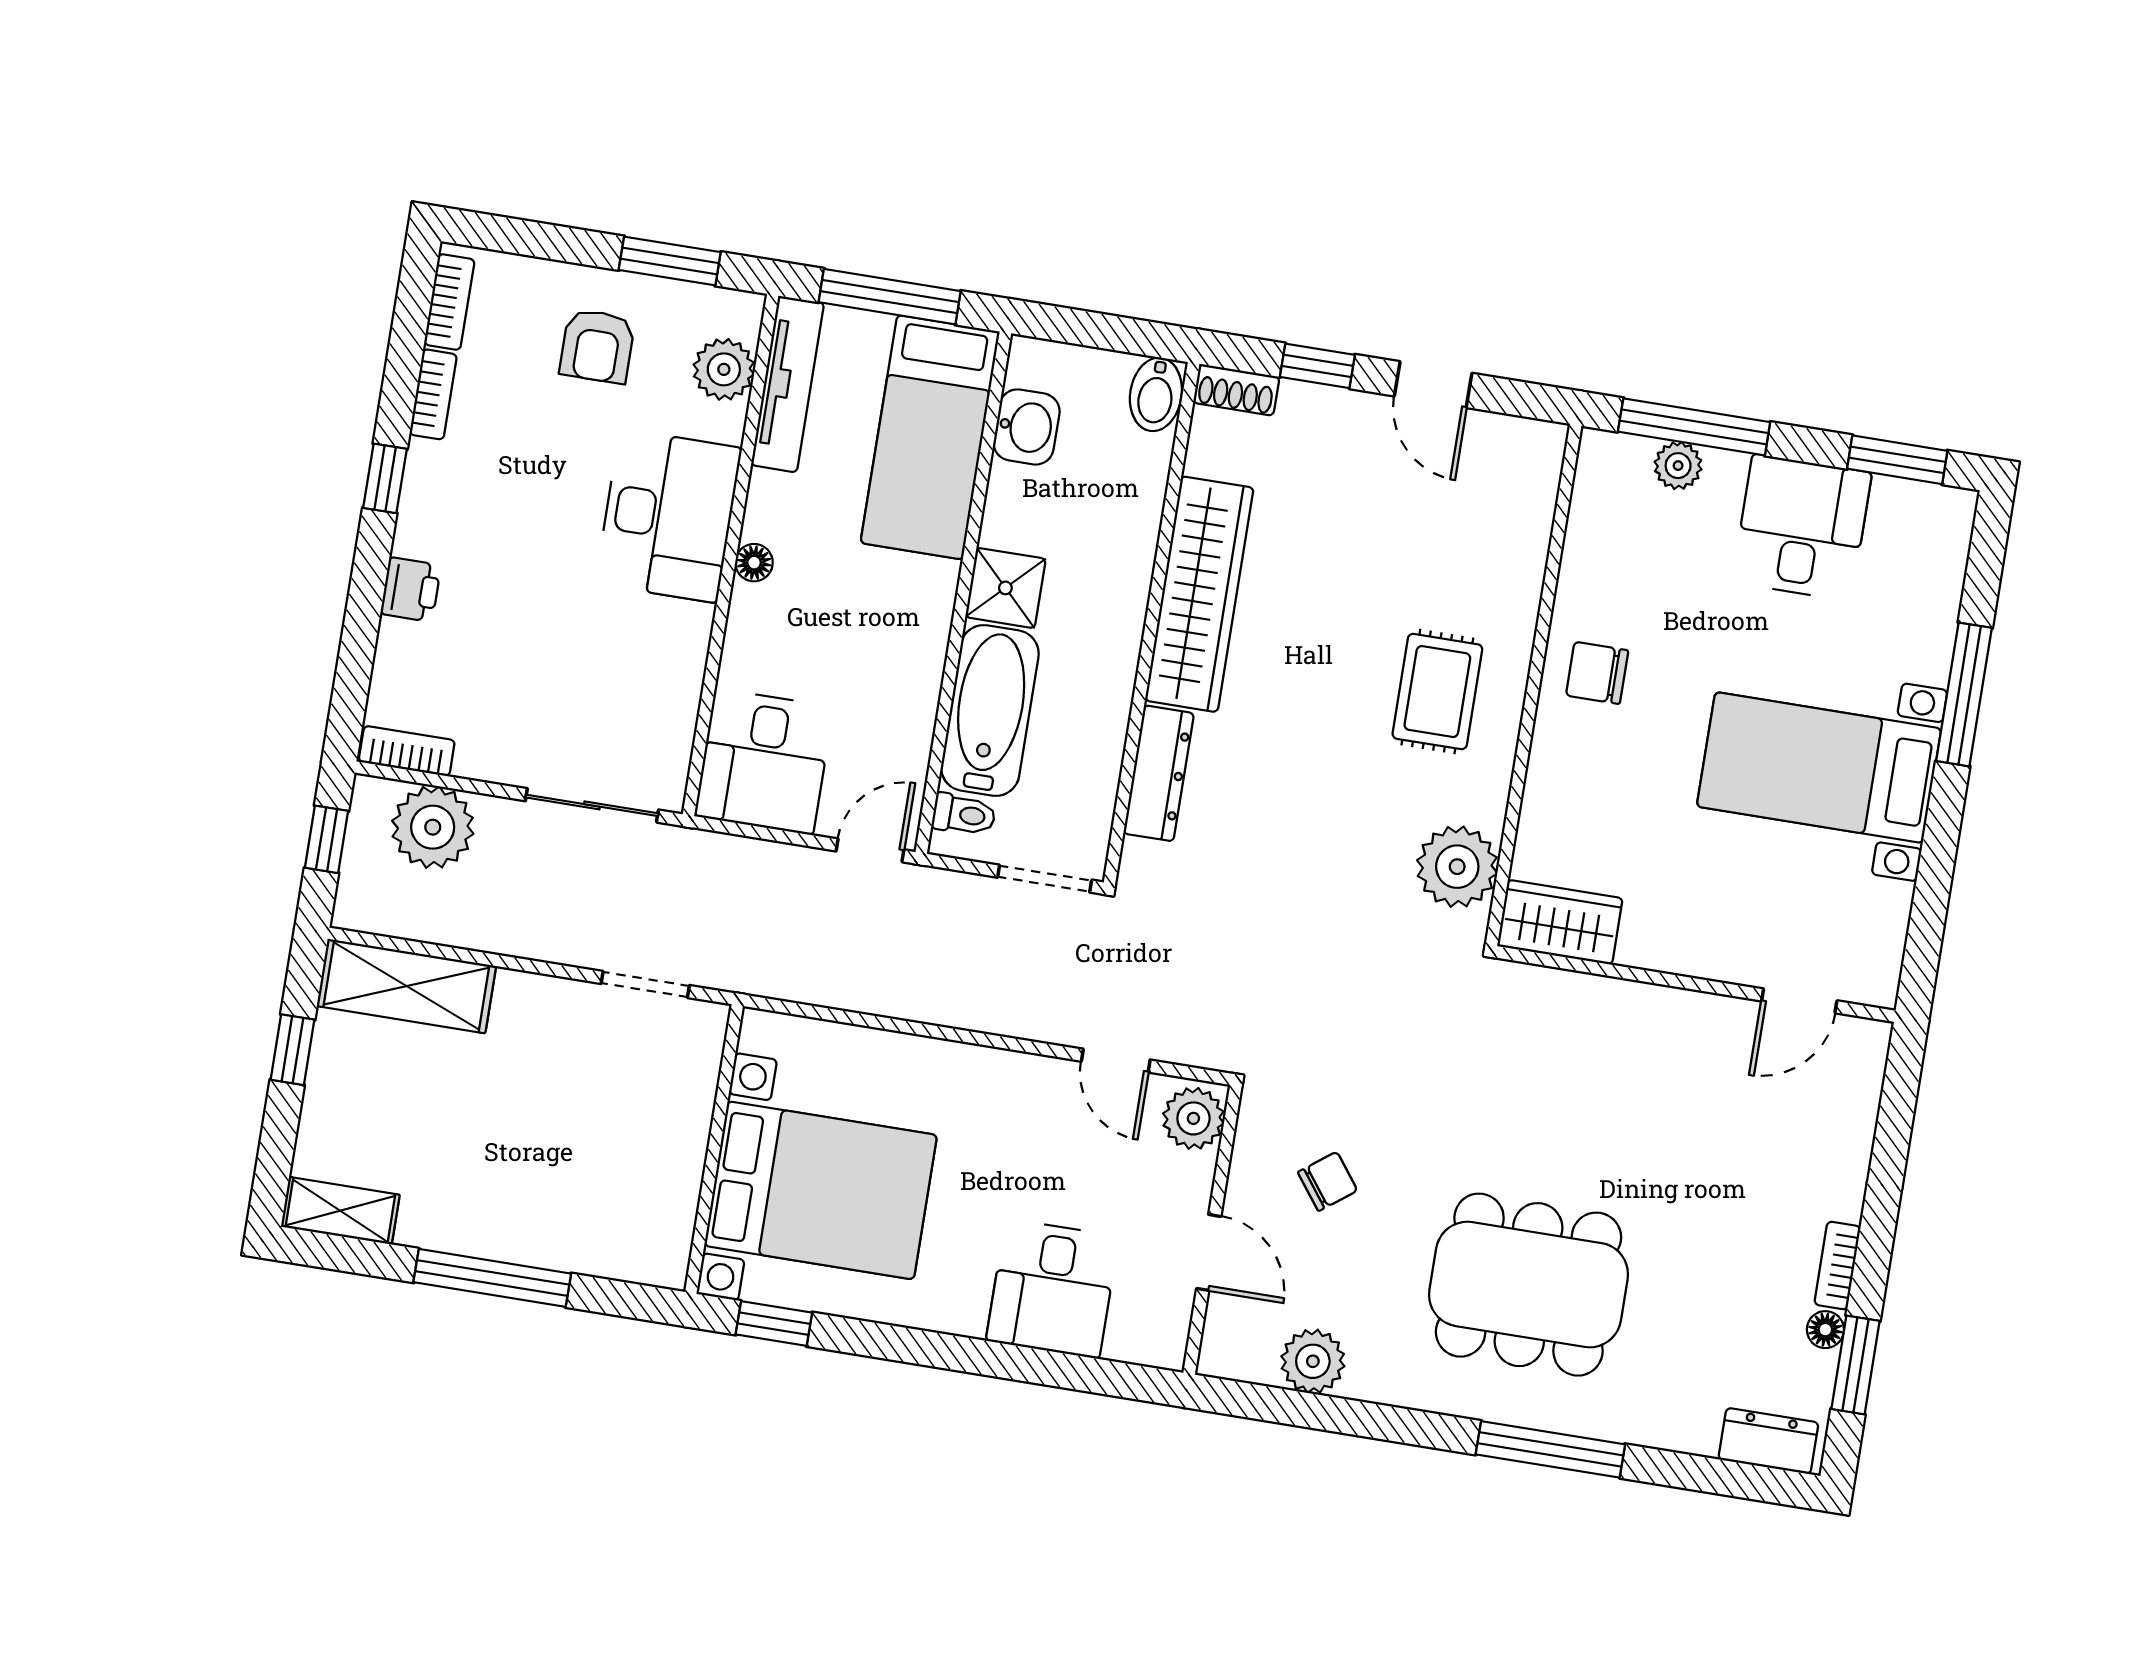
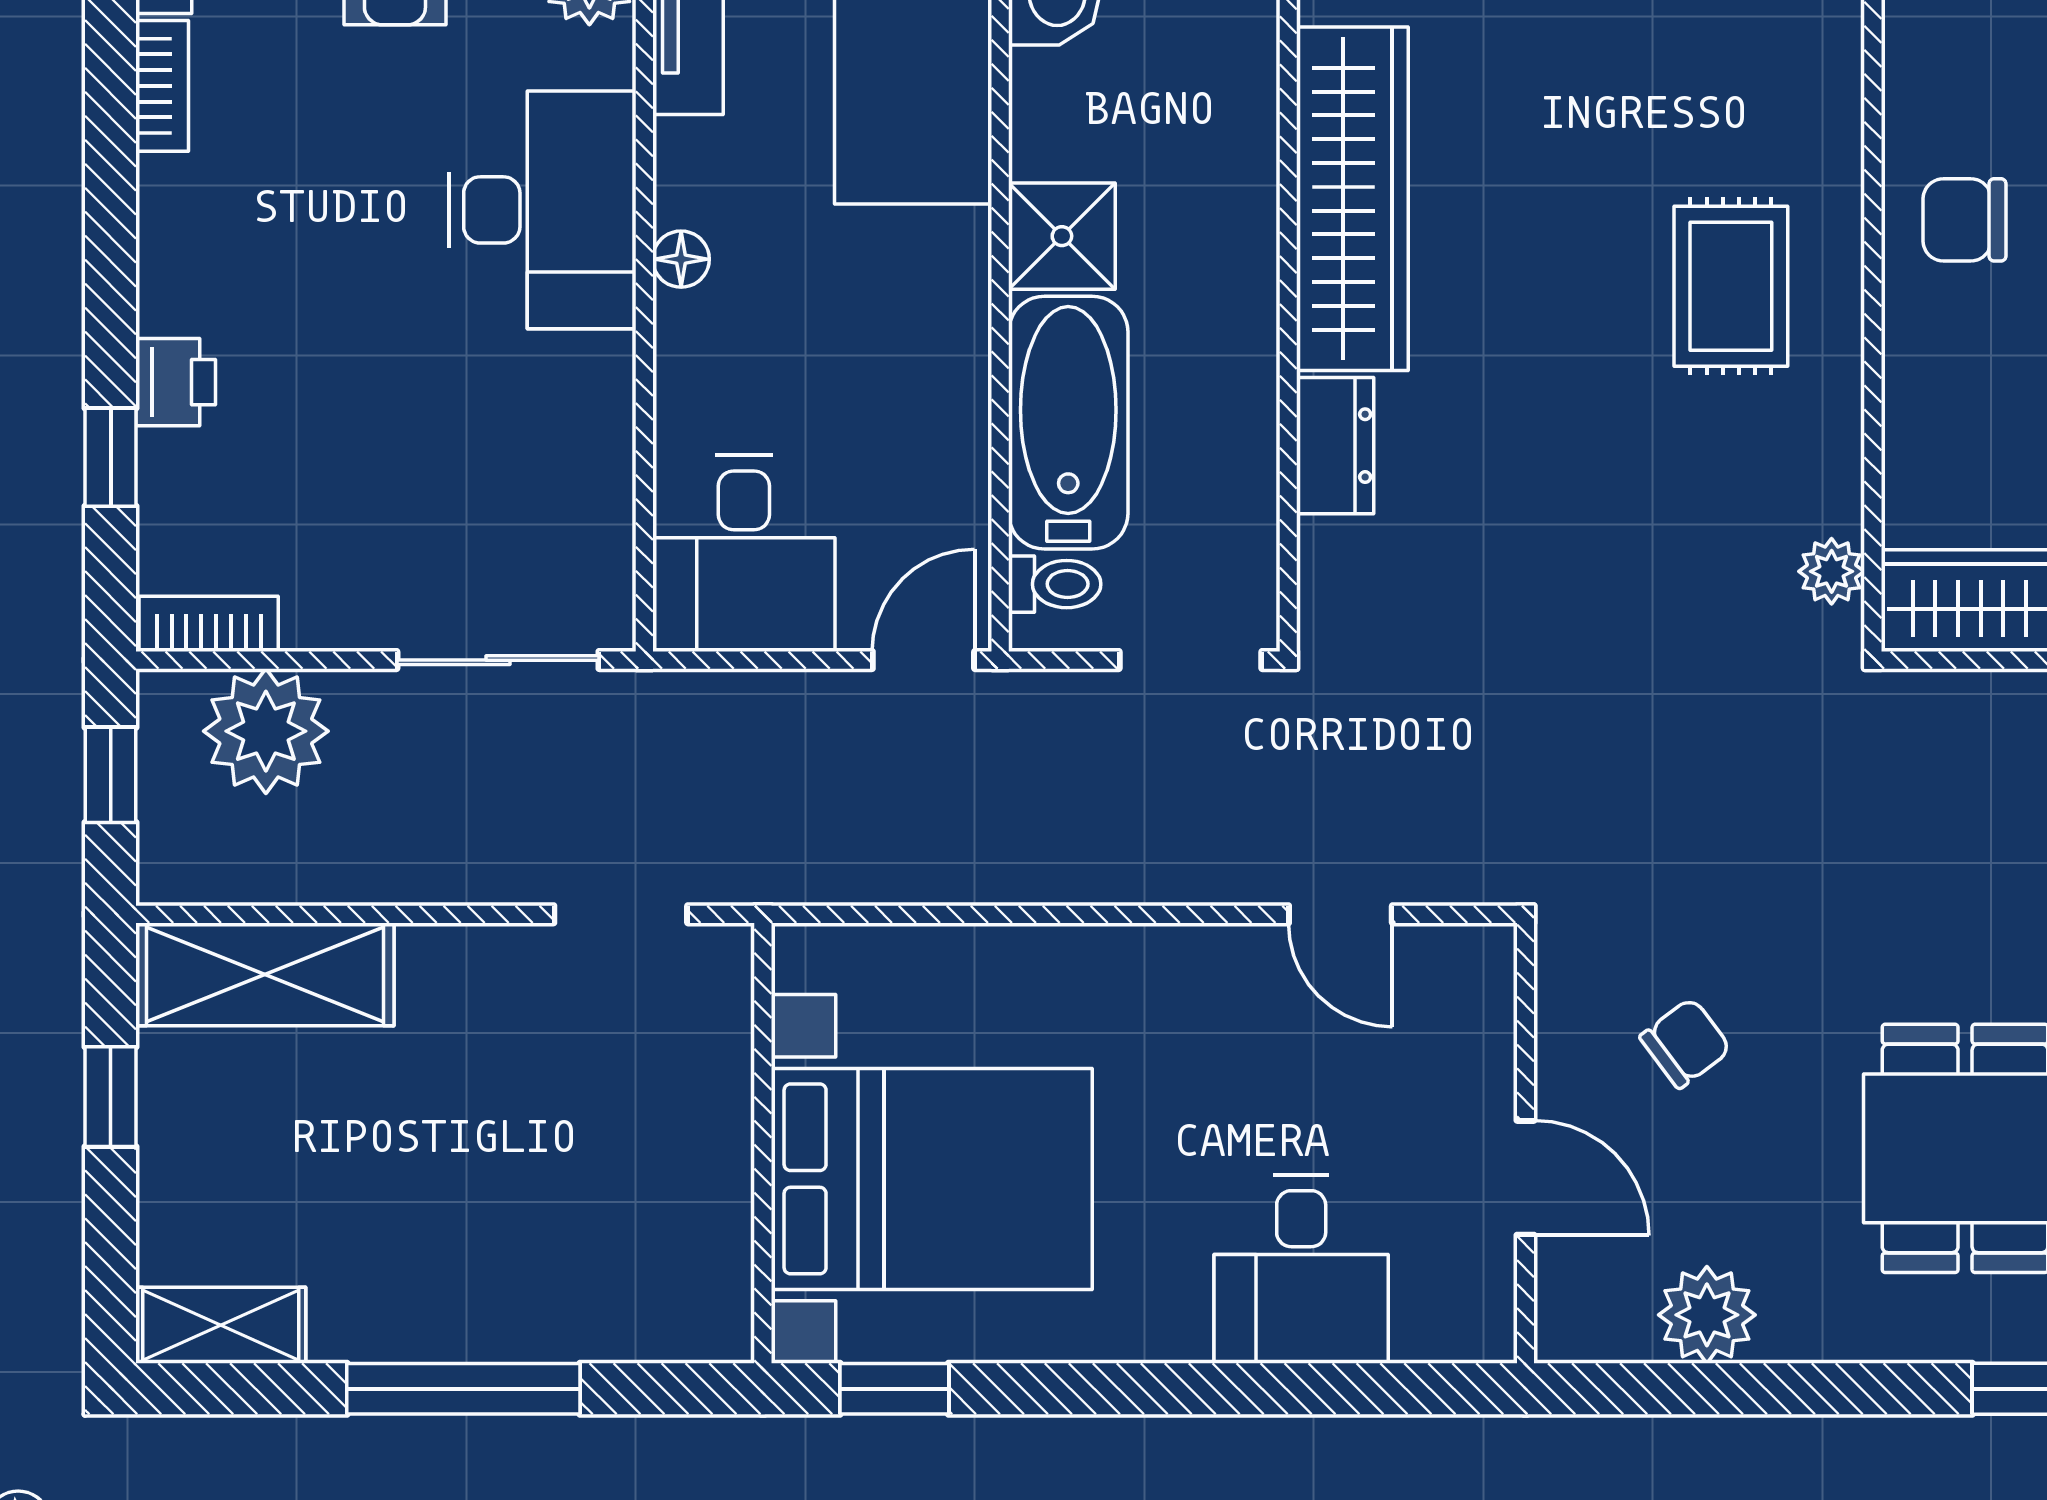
window: (385, 478) -> (111, 457), moved
dresser: (1159, 773) -> (1335, 446), width x0.70
plant: (1457, 867) -> (1832, 571), width x0.53, depth x0.53
plant: (1193, 1118) -> (1470, 982), removed

